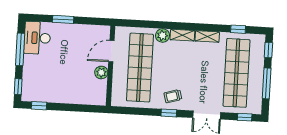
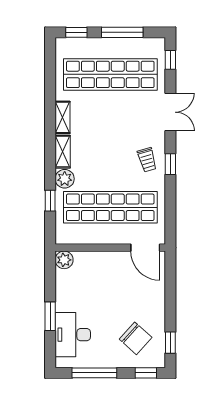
window: (238, 29) -> (50, 201), moved
desk: (37, 38) -> (73, 335), moved, turned 90
door: (111, 51) -> (145, 248), moved
plant: (101, 72) -> (64, 260), moved
chair: (44, 81) -> (136, 338), added

